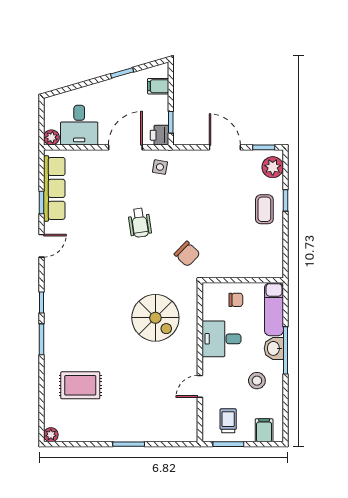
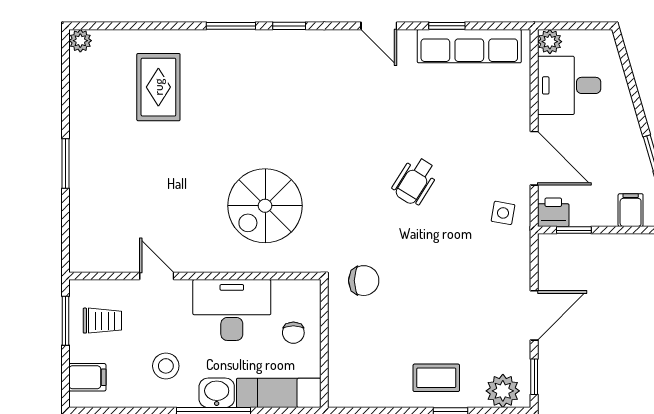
wheelchair: (140, 223) -> (415, 181), turned -50
chair: (187, 254) -> (364, 281), moved, turned -134
desk: (221, 339) -> (232, 310), width x1.37

